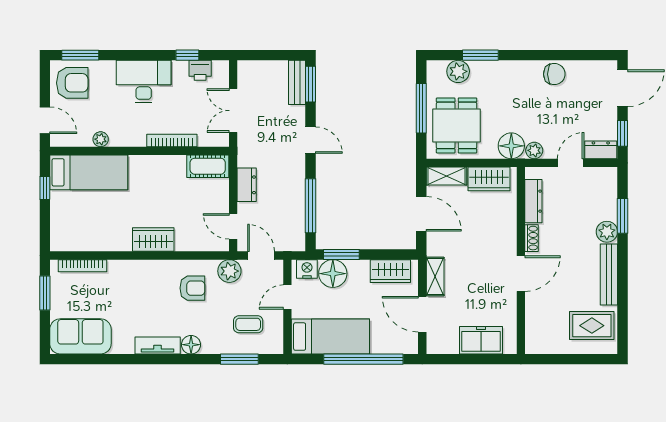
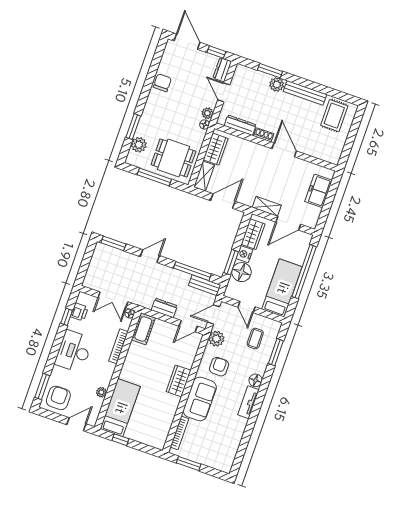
bench: (297, 82) -> (205, 285), moved
floor lamp: (222, 140) -> (130, 313), added
floor lamp: (511, 146) -> (205, 124), width x0.53, depth x0.53
nightstand: (307, 269) -> (244, 254), moved
sofa: (80, 336) -> (200, 399), moved, turned 180

